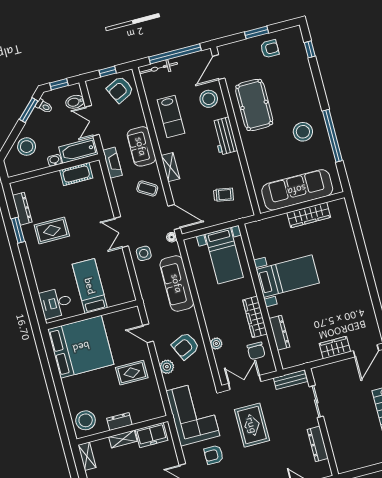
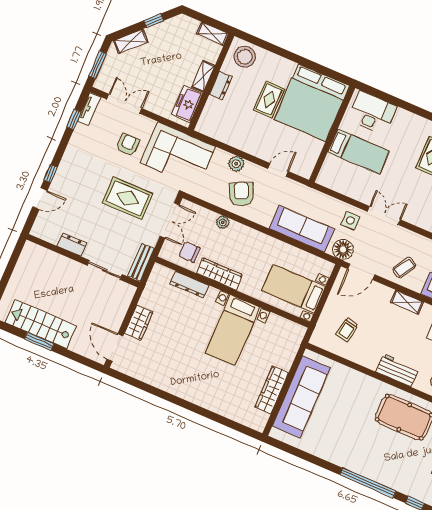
stool: (303, 132) -> (348, 441), removed
window: (332, 136) -> (368, 483), moved
floor lamp: (172, 237) -> (343, 249), width x1.89, depth x1.89
desk: (56, 303) -> (372, 113), width x1.37
rug: (132, 373) -> (269, 99), moved
dresser: (318, 444) -> (72, 245), width x0.70

